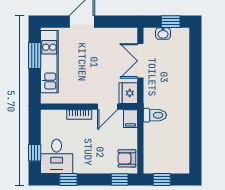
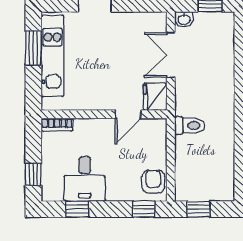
washbasin: (163, 34) -> (184, 19), moved
bookcase: (79, 115) -> (57, 125), moved
filing cabinet: (131, 119) -> (158, 130), removed
desk: (57, 156) -> (85, 179), moved
armchair: (127, 158) -> (153, 182), turned 90

